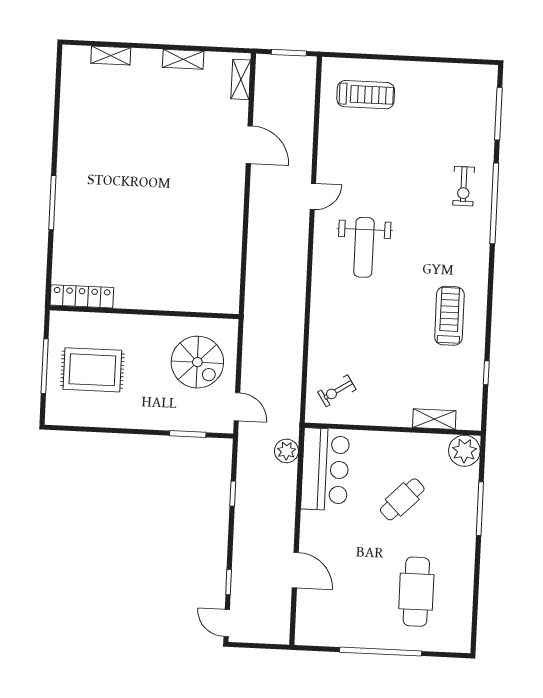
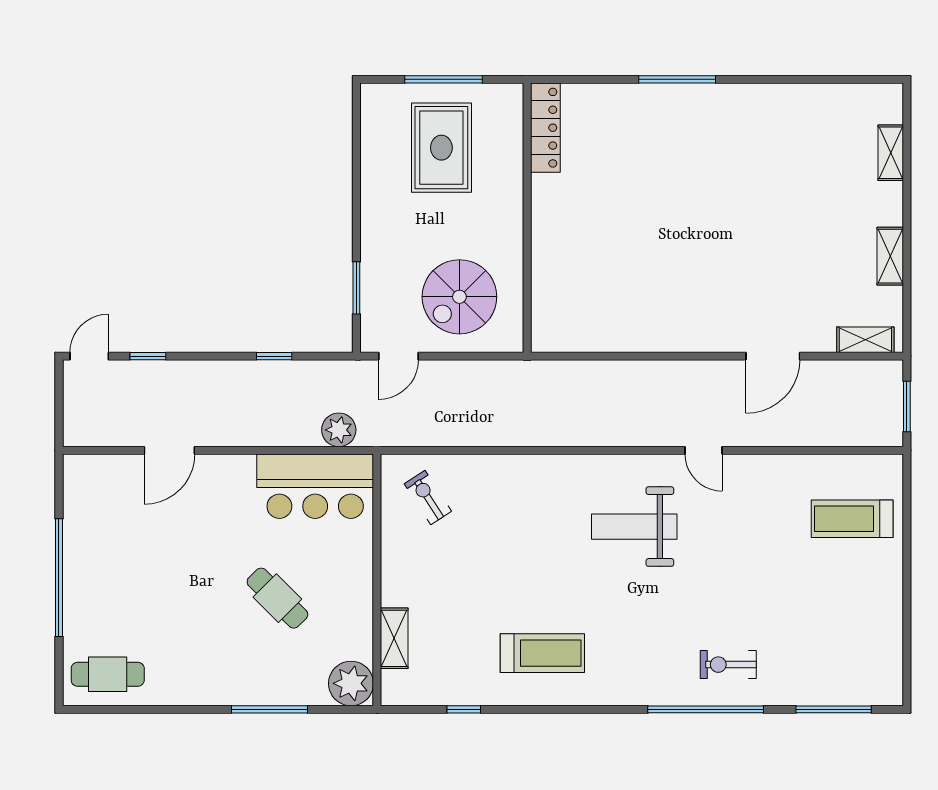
treadmill: (366, 95) -> (852, 519), turned 90
cafe table: (416, 592) -> (108, 674), moved, width x0.73, depth x0.74

